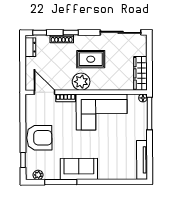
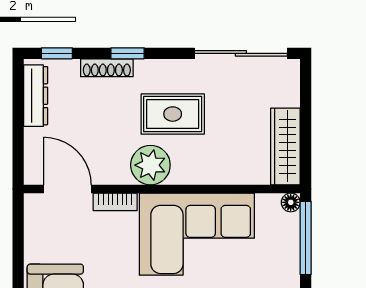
dresser: (30, 47) -> (36, 96), width x1.44

